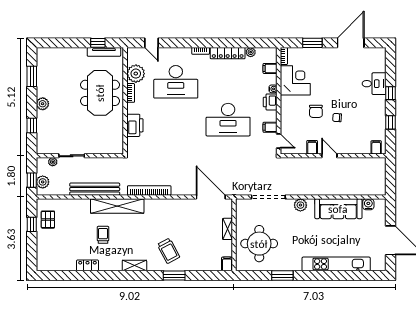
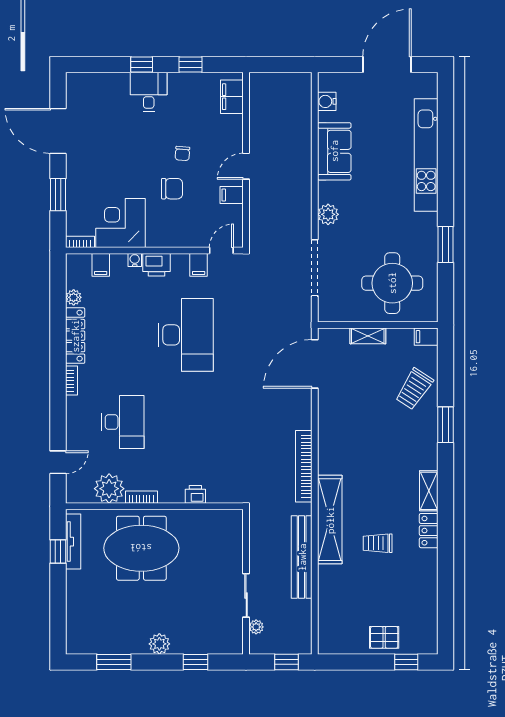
desk: (176, 82) -> (123, 422), width x0.73, depth x0.77
desk: (374, 84) -> (149, 92), moved
printer: (135, 125) -> (195, 494), width x0.53, depth x0.68
filing cabinet: (376, 147) -> (232, 97), width x2.00
plant: (43, 182) -> (290, 644), removed
sofa: (338, 209) -> (334, 151), width x0.73
pallet: (48, 220) -> (384, 637), moved
window: (32, 224) -> (406, 662), moved
trolley: (168, 251) -> (414, 389), moved, turned 151
locker: (87, 265) -> (429, 531), moved

